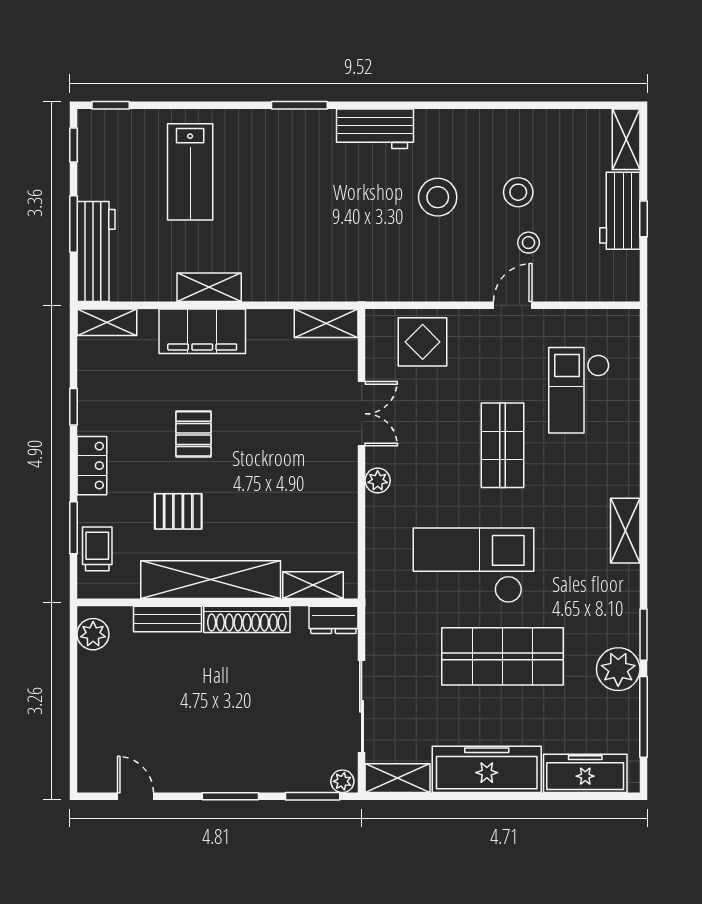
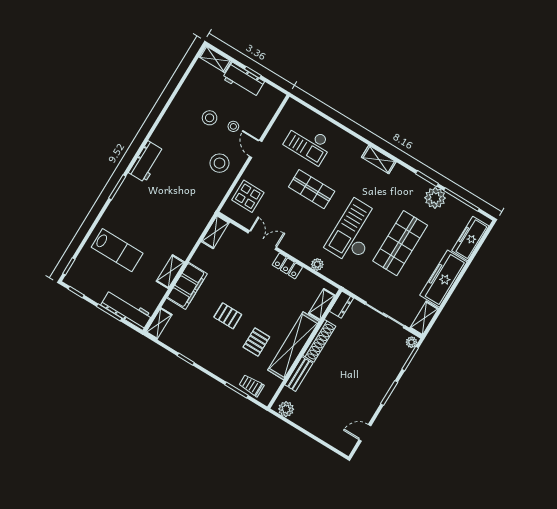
stool: (438, 197) -> (219, 163), moved
locker: (92, 466) -> (287, 266), moved, turned 180
plant: (378, 481) -> (317, 264), moved

